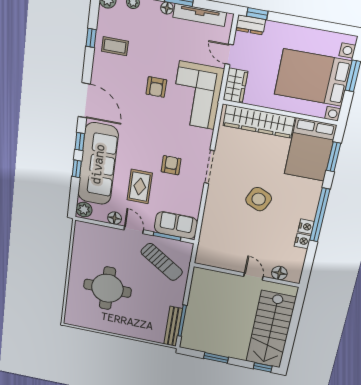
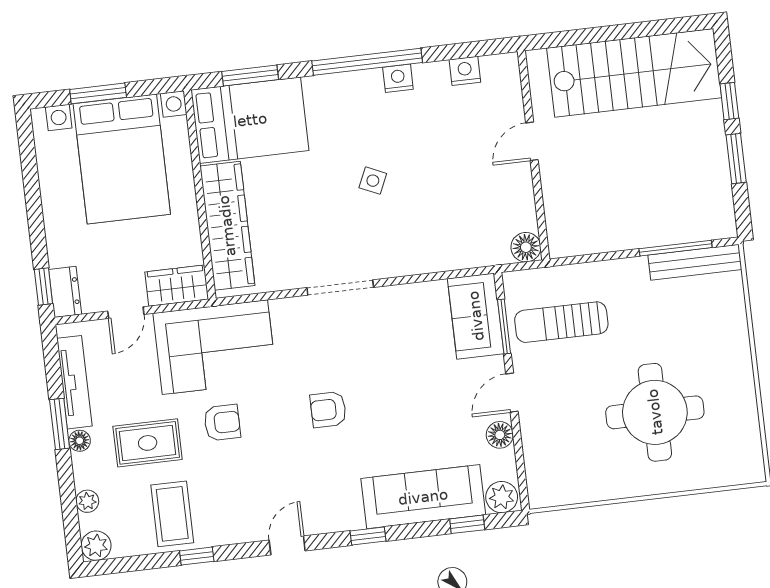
window: (91, 38) -> (197, 556), moved
coffee table: (115, 46) -> (172, 514), width x1.36, depth x1.30
door: (84, 100) -> (287, 545), width x0.53
sofa: (98, 164) -> (423, 497), width x0.74, depth x0.79
armchair: (171, 165) -> (328, 410), moved
window: (77, 169) -> (467, 524), moved
rug: (140, 187) -> (148, 443), moved
side table: (259, 199) -> (373, 181), width x0.54, depth x0.54
nightstand: (303, 241) -> (465, 71), moved
sun lounger: (162, 262) -> (561, 322), turned -124
floor lamp: (279, 273) -> (526, 247), moved
window: (263, 367) -> (729, 101), moved

